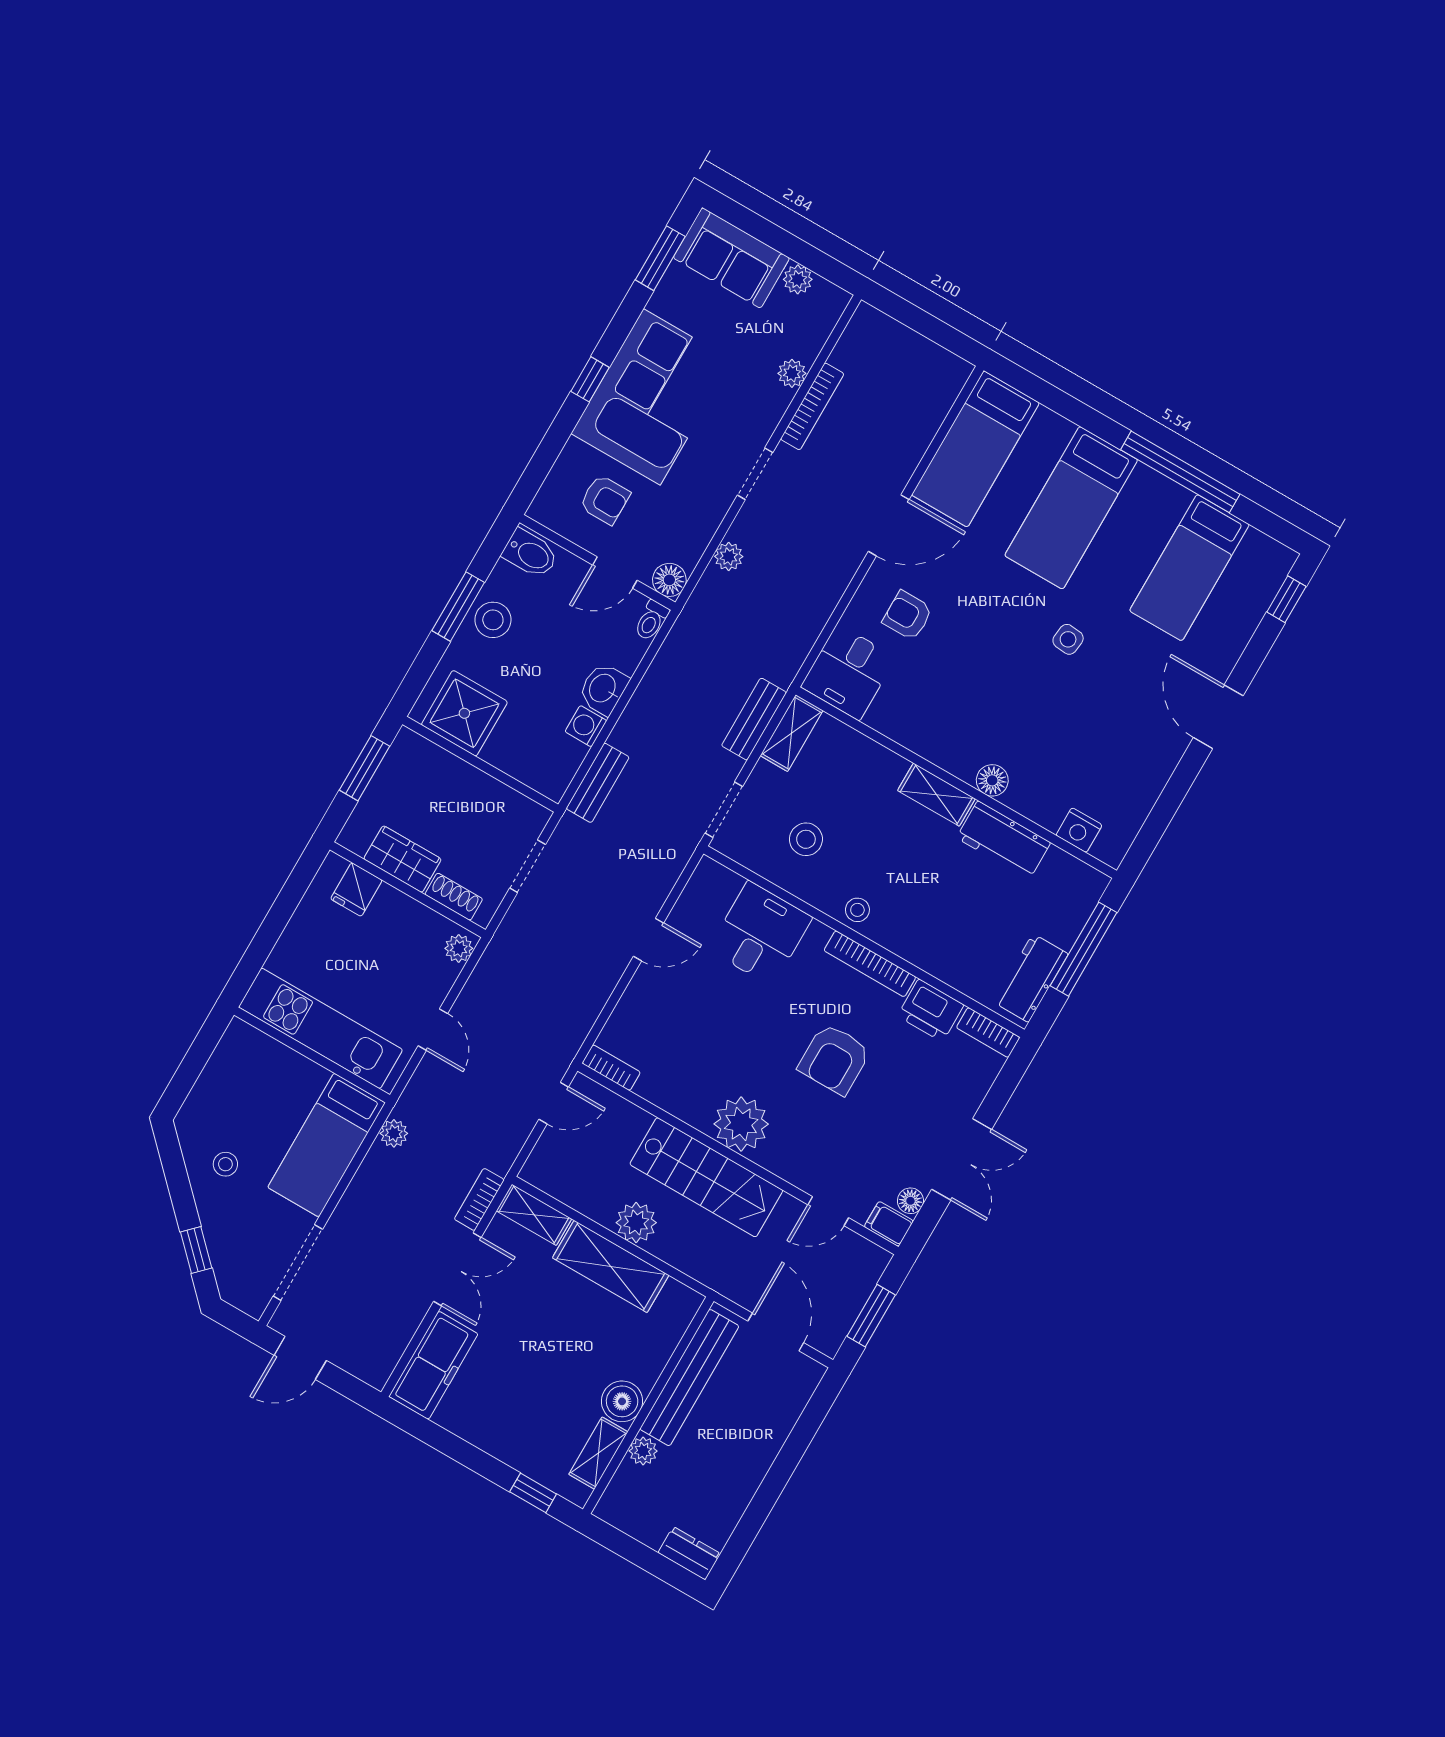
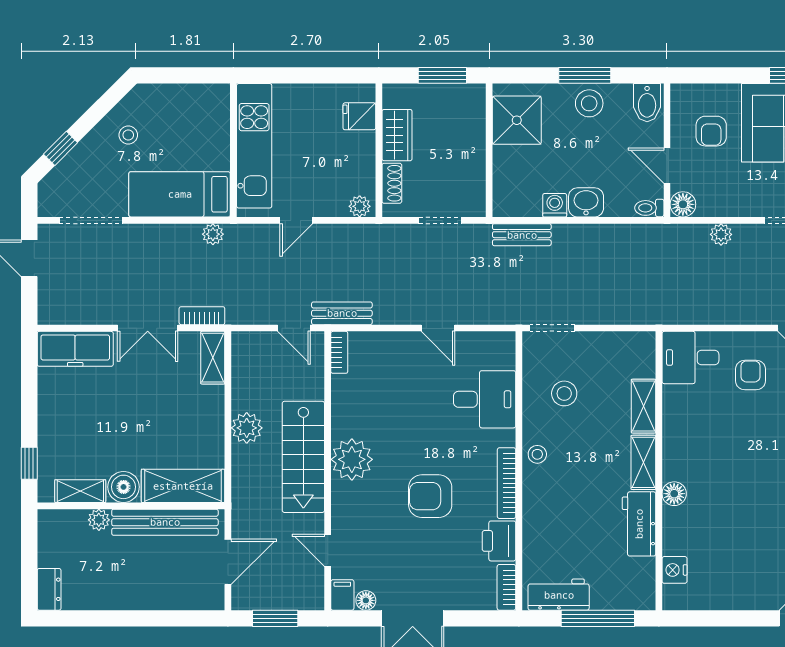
bench: (754, 719) -> (342, 313), moved
shelving: (792, 733) -> (644, 406), moved, turned 90
shelving: (611, 1266) -> (183, 486), moved, turned 90

